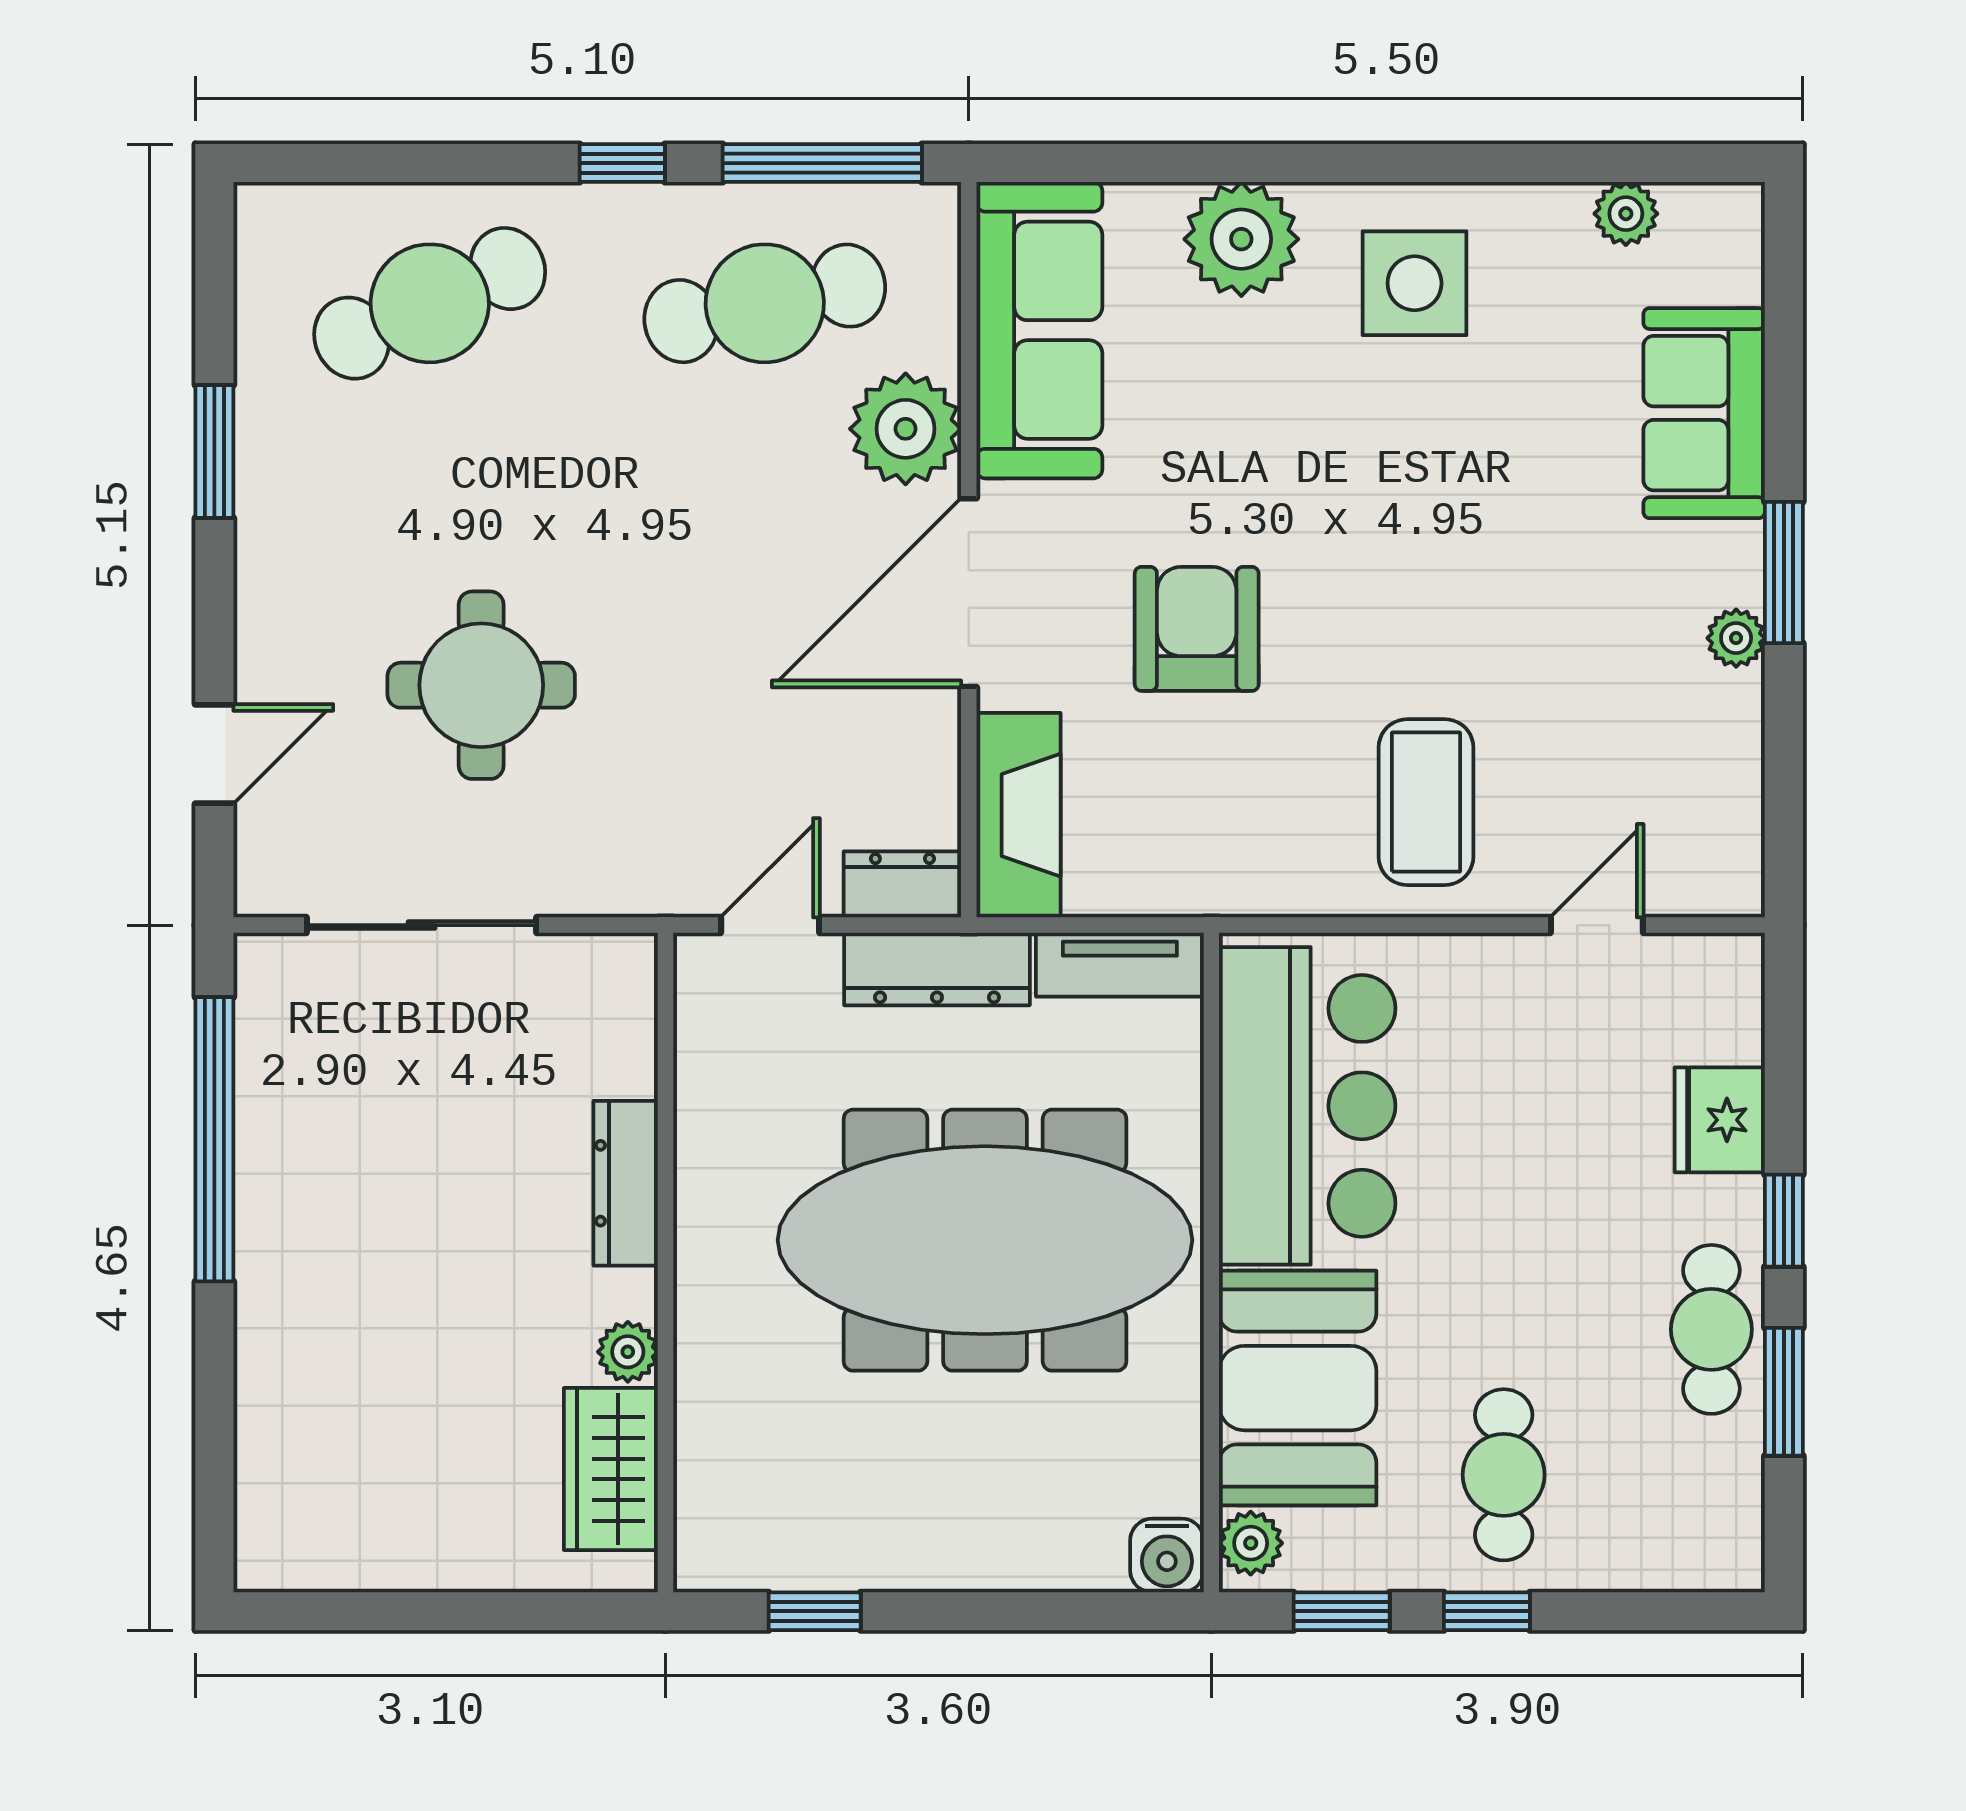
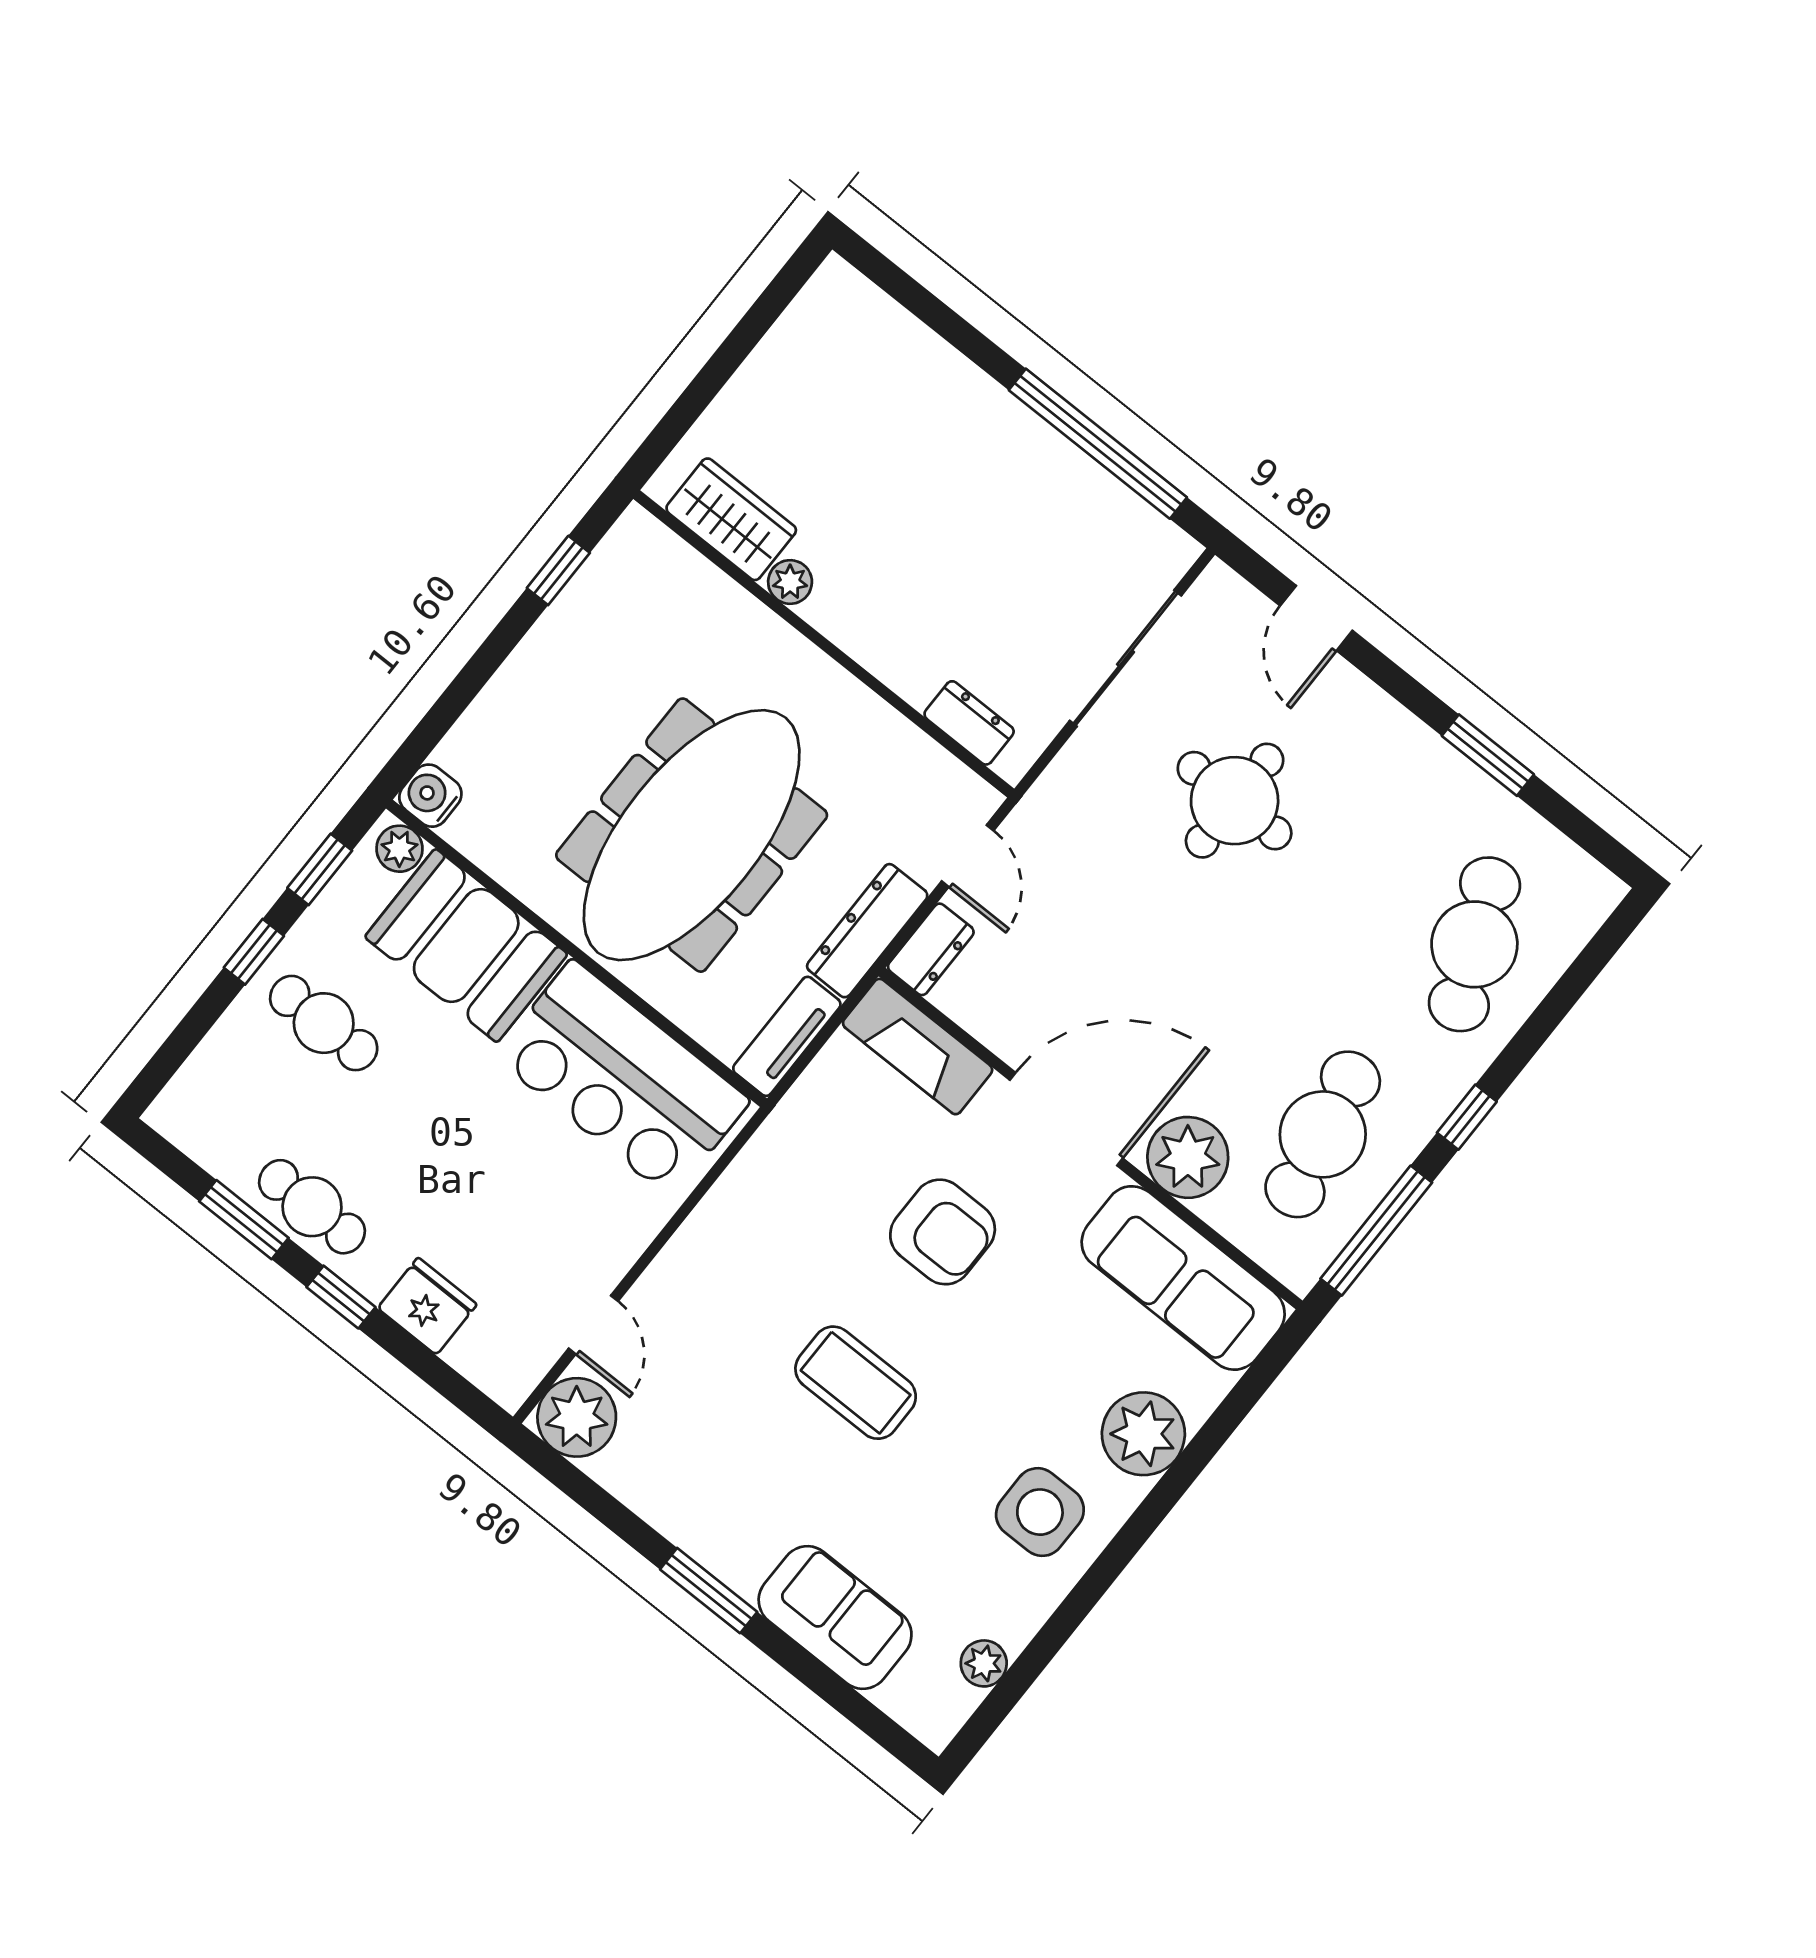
door: (969, 593) -> (1066, 1119), hinge flipped
plant: (1736, 638) -> (577, 1417), moved, width x1.88, depth x1.88
coffee table: (1426, 802) -> (856, 1383), moved
dresser: (626, 1183) -> (969, 723), moved, width x0.70

